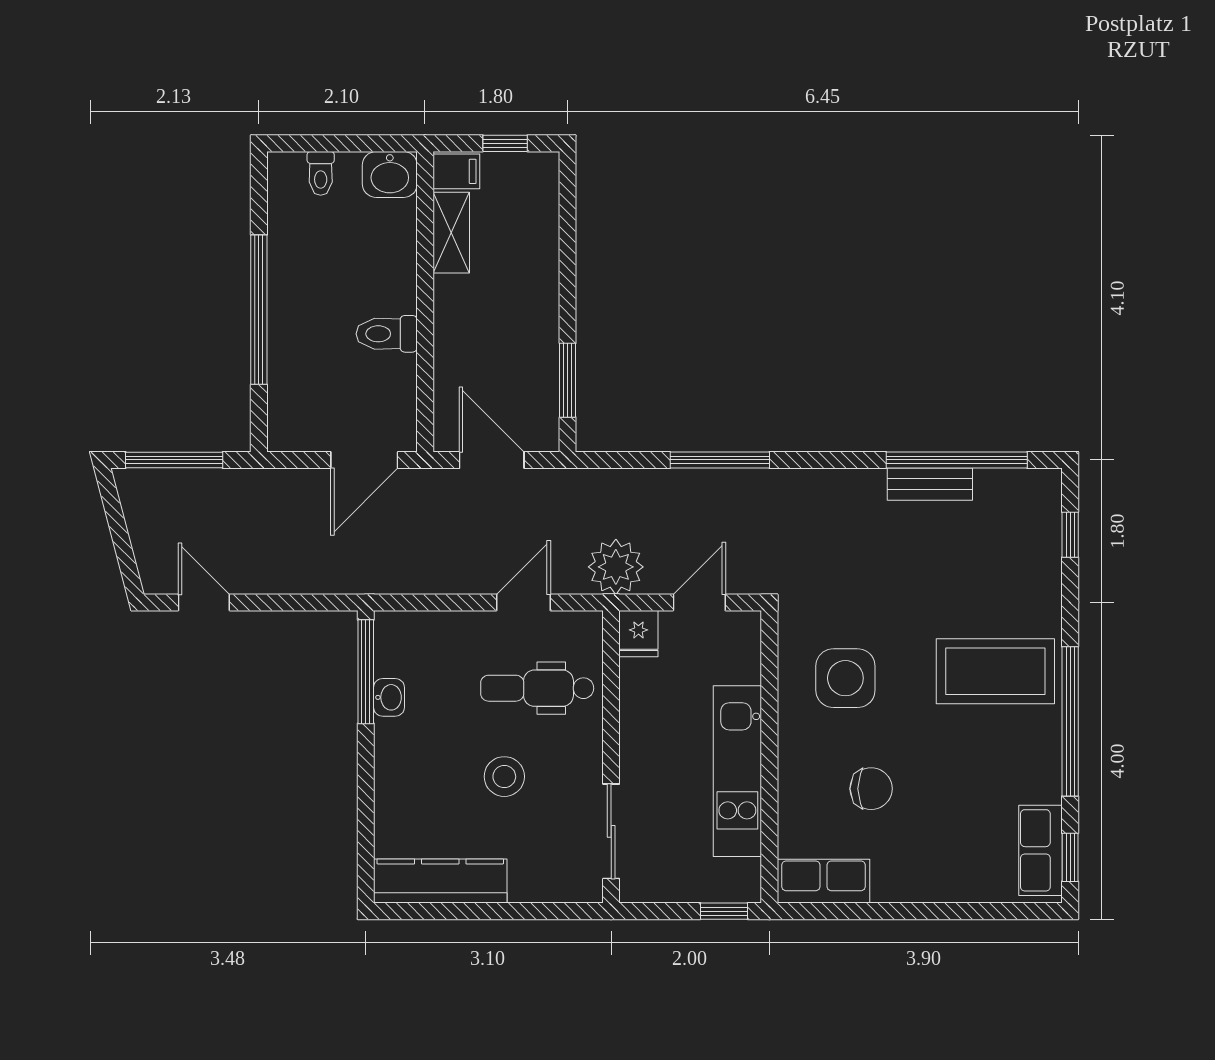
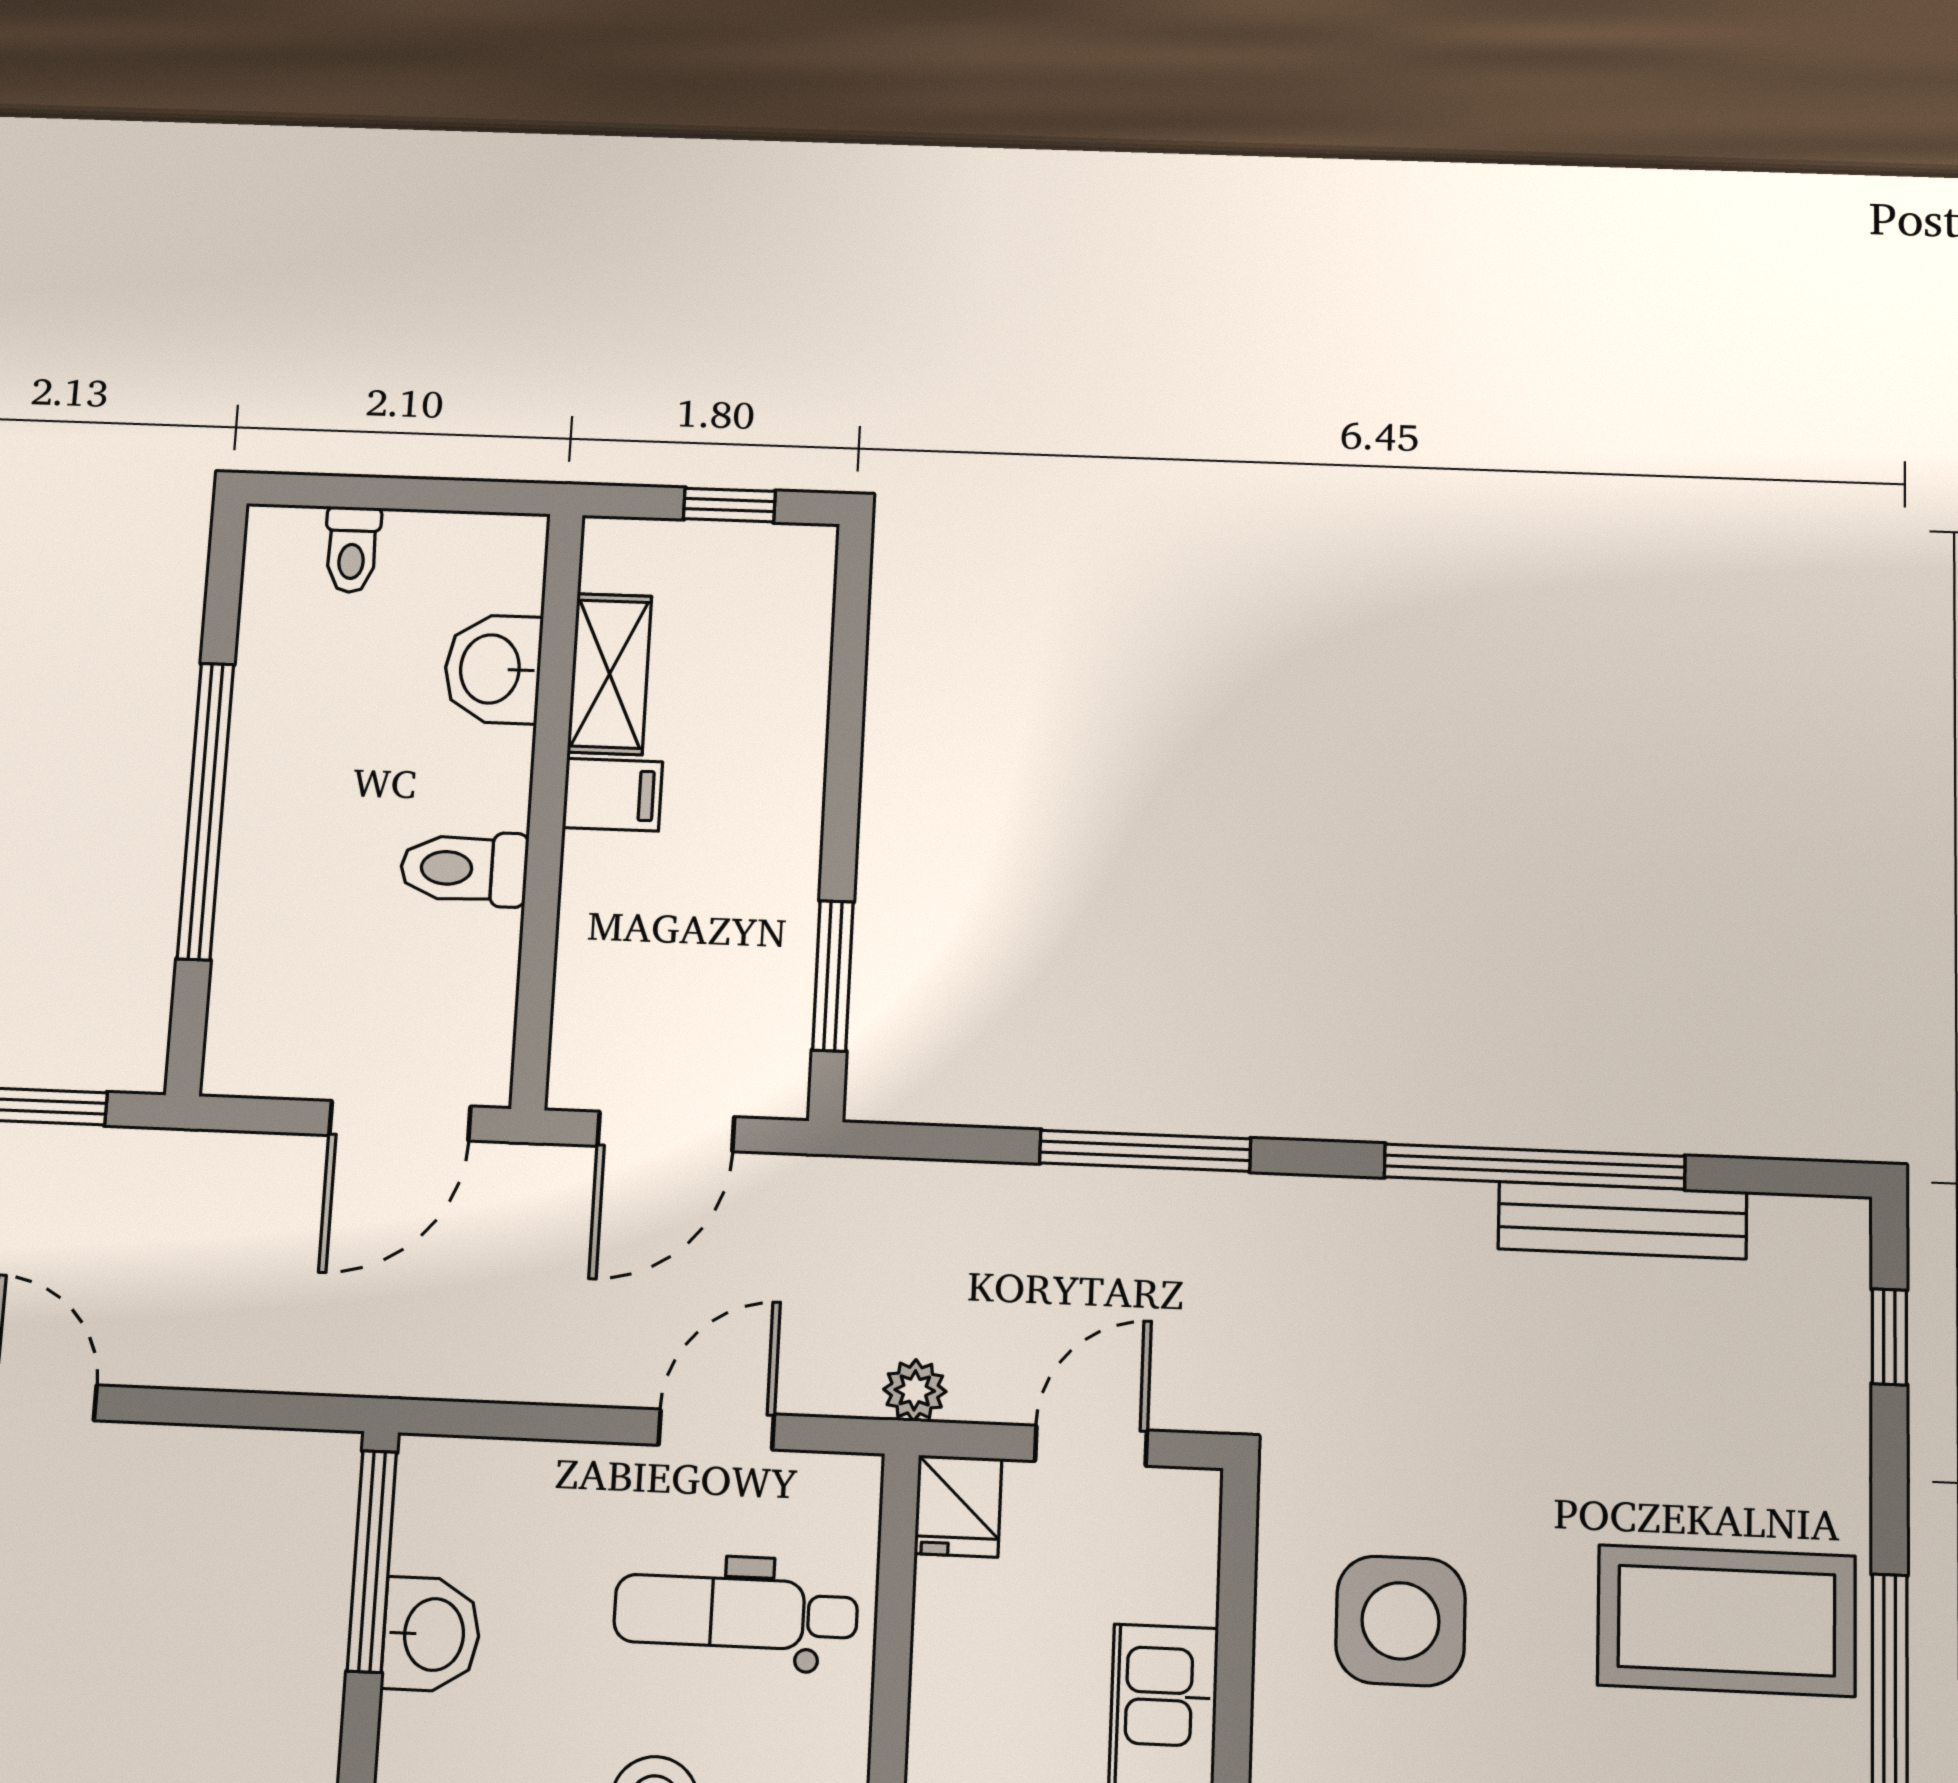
filing cabinet: (456, 171) -> (613, 795), moved
washbasin: (390, 174) -> (493, 669), moved, turned 90
door: (492, 460) -> (666, 1131), swing flipped
window: (957, 460) -> (1535, 1167), moved
bench: (930, 484) -> (1622, 1220), width x1.36
plant: (616, 567) -> (915, 1390), width x0.53, depth x0.53
washbasin: (389, 697) -> (431, 1634), width x1.38, depth x1.45

